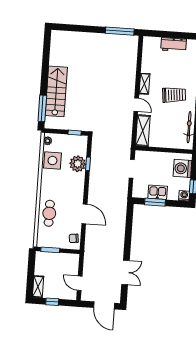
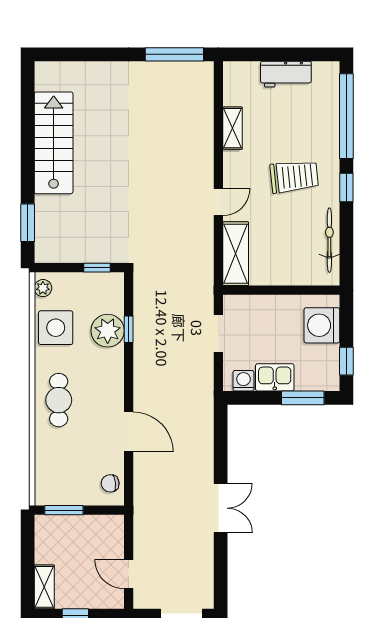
shelving: (145, 84) -> (232, 128), moved
stairs: (56, 91) -> (54, 143), moved
door: (136, 105) -> (218, 202), hinge flipped
window: (42, 108) -> (28, 223), width x0.69
washing machine: (184, 196) -> (243, 381), moved
window: (155, 202) -> (303, 398), moved
cafe table: (49, 213) -> (59, 400), moved
double door: (126, 272) -> (221, 508), moved

